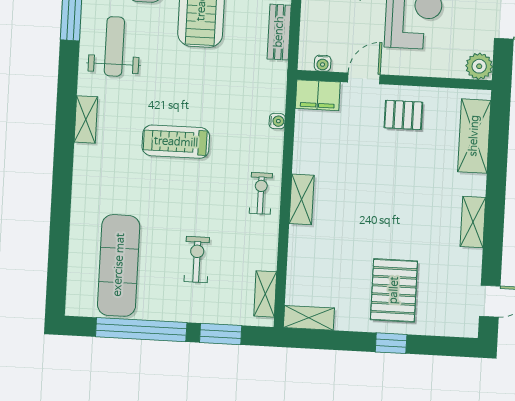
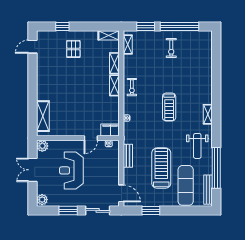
pallet: (403, 115) -> (73, 124), removed
treadmill: (176, 142) -> (169, 107), turned 90
shelving: (473, 222) -> (114, 63), moved
exercise bike: (197, 259) -> (171, 48), moved
exercise mat: (119, 265) -> (190, 53), removed
pallet: (394, 290) -> (73, 49), width x0.67, depth x0.71
window: (391, 343) -> (62, 27), moved

